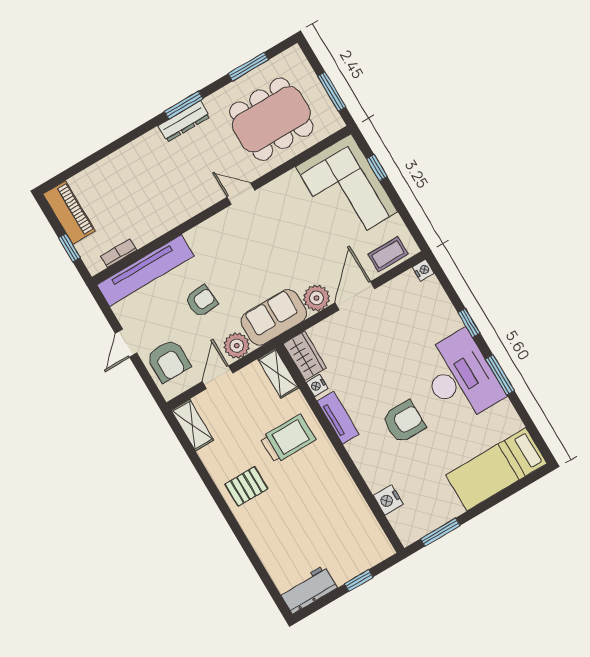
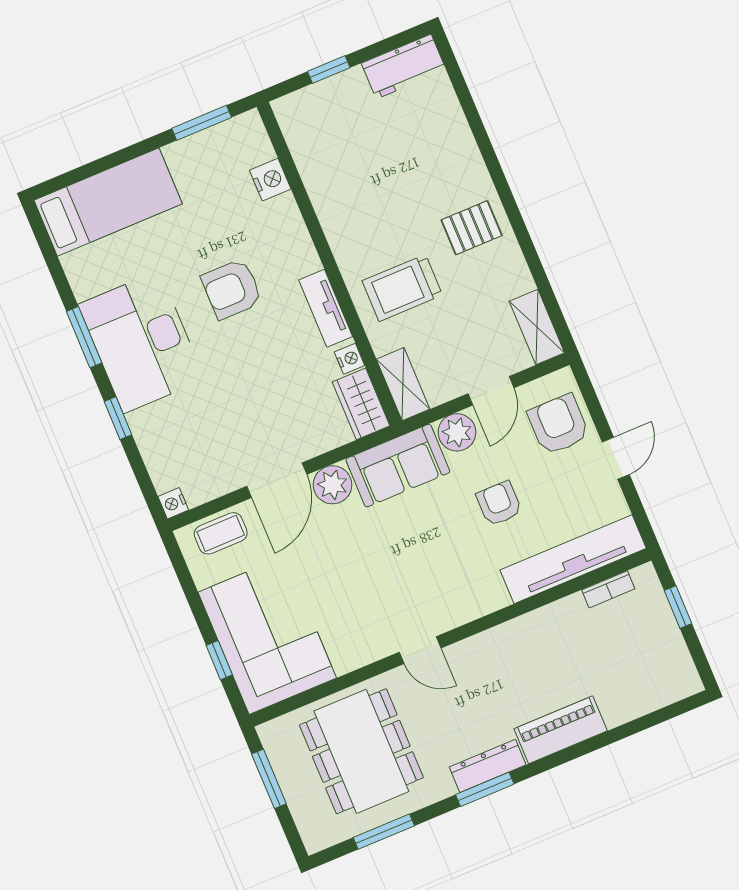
dining table: (271, 119) -> (361, 751), turned 90
piano: (69, 213) -> (561, 730), moved, turned 90
armchair: (201, 301) -> (499, 504), turned 95

